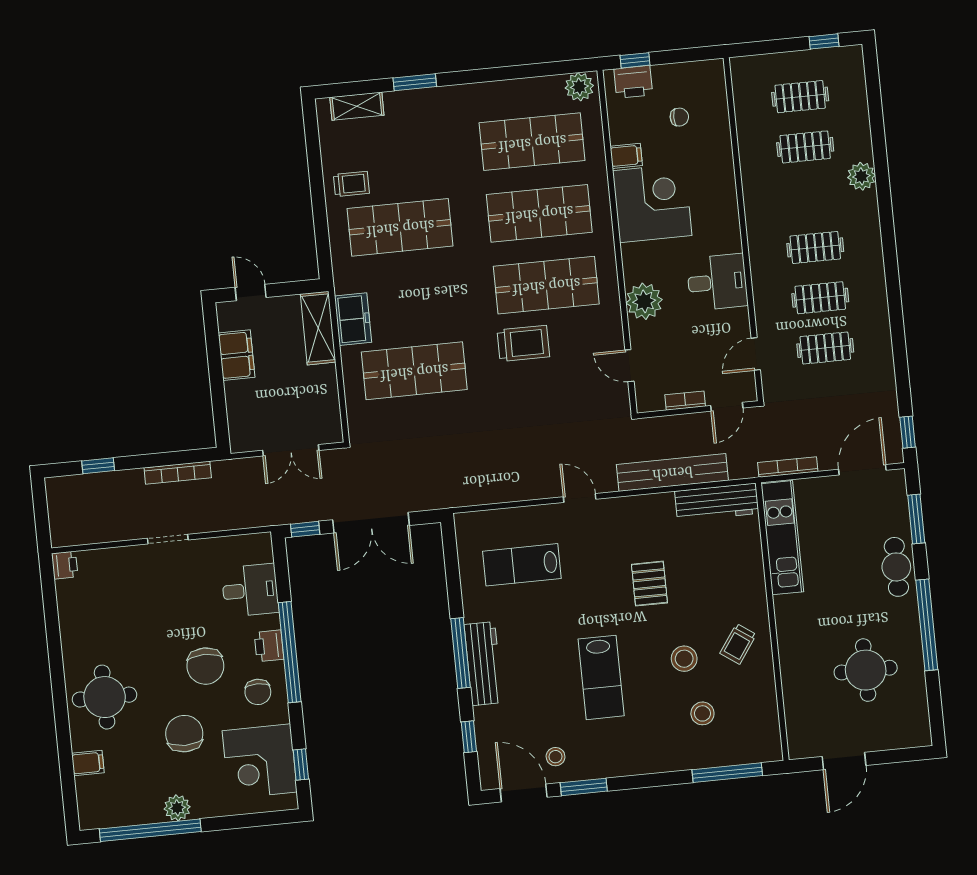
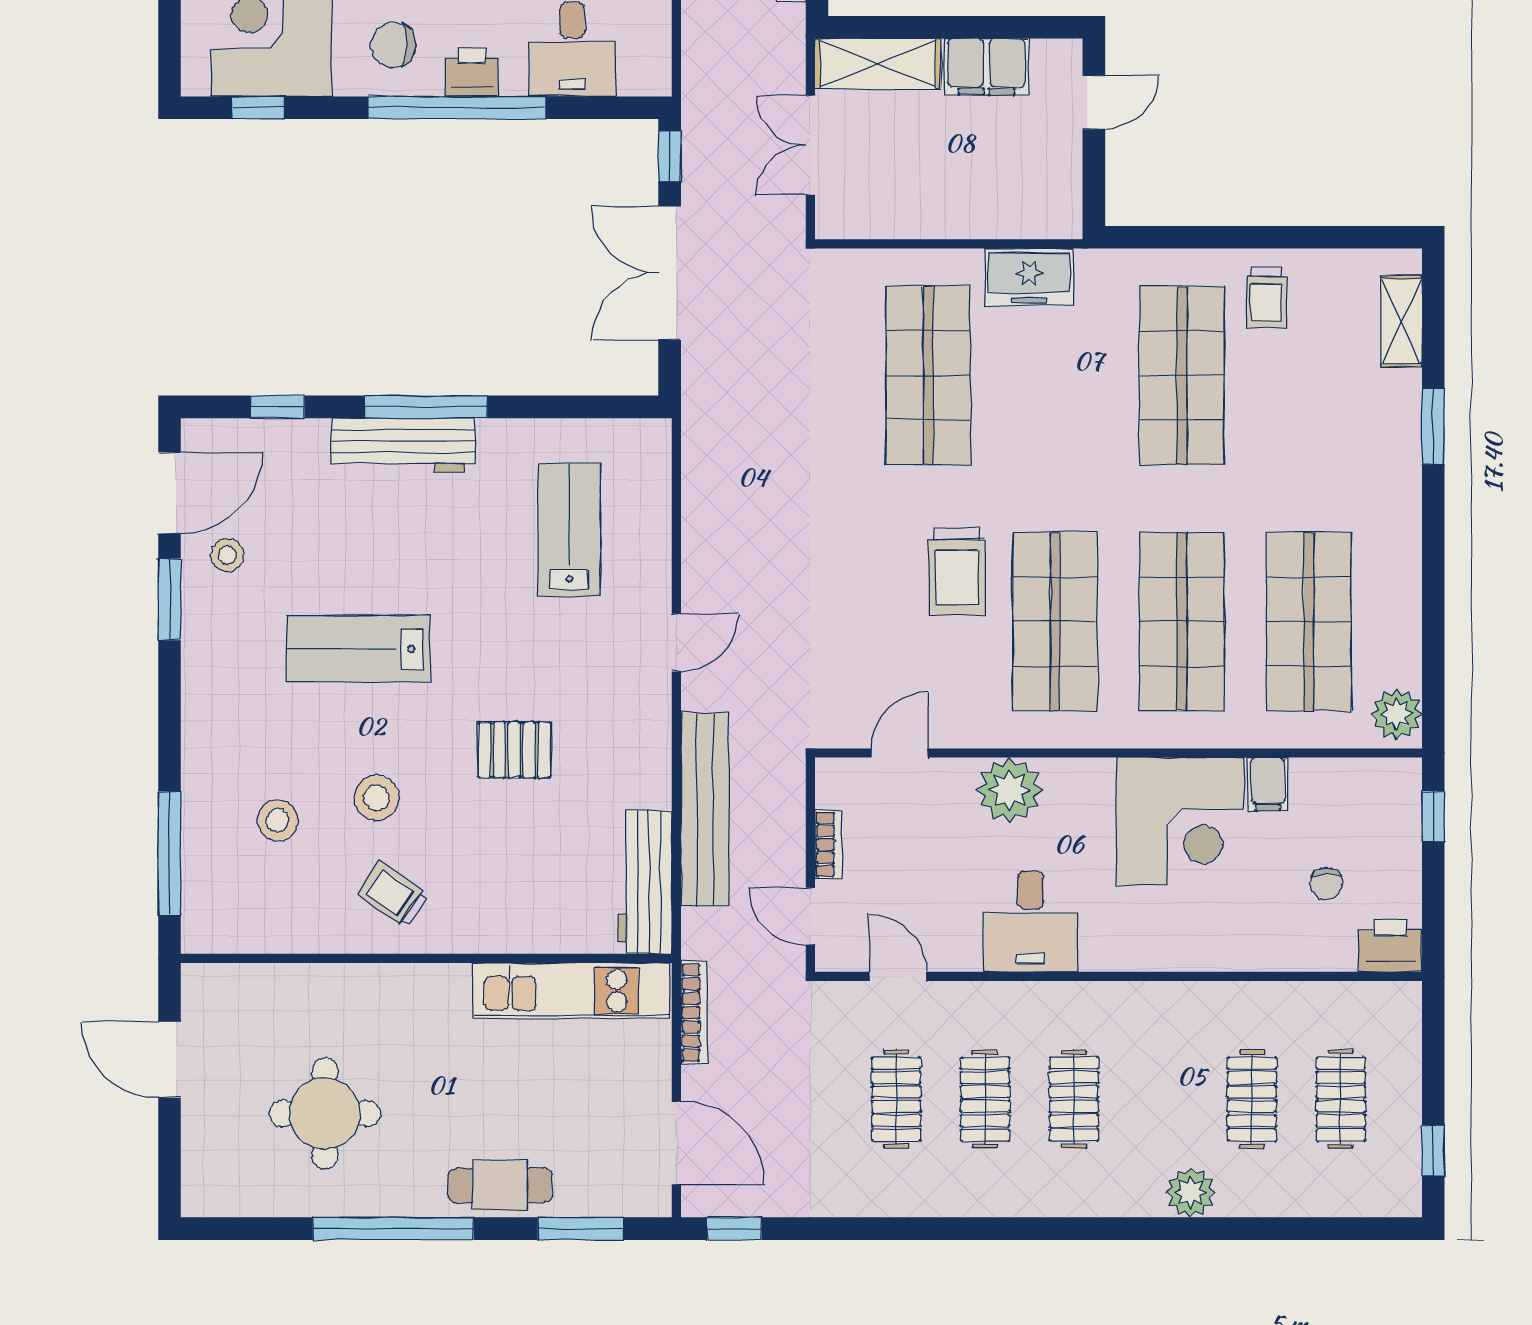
printer: (633, 82) -> (1390, 946), moved, turned 90
shelving: (318, 328) -> (878, 64), moved

